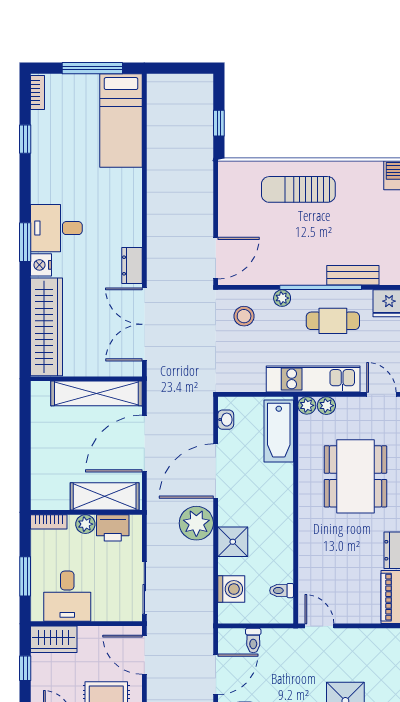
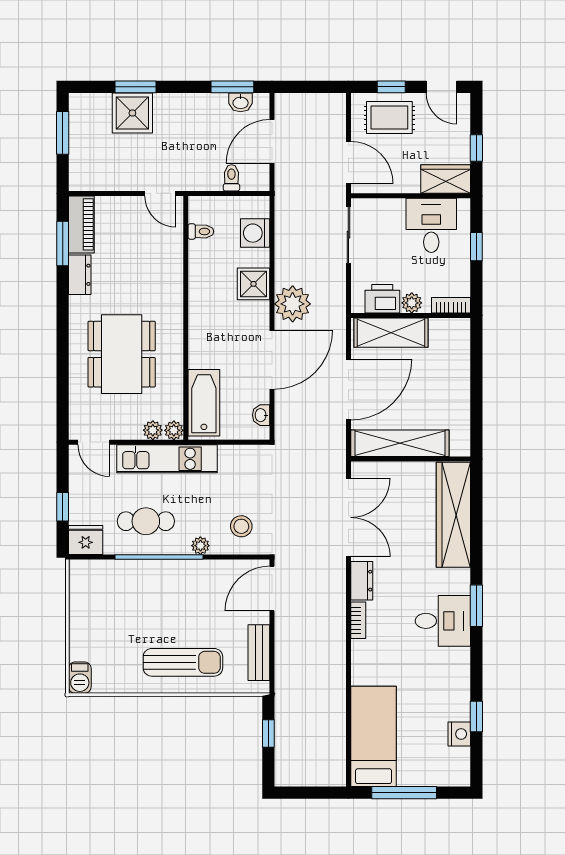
bookcase: (38, 93) -> (358, 620), moved, turned 180
nightstand: (41, 265) -> (459, 734), moved
bench: (353, 275) -> (259, 653), moved, turned 90
window: (25, 576) -> (476, 247), width x0.67

